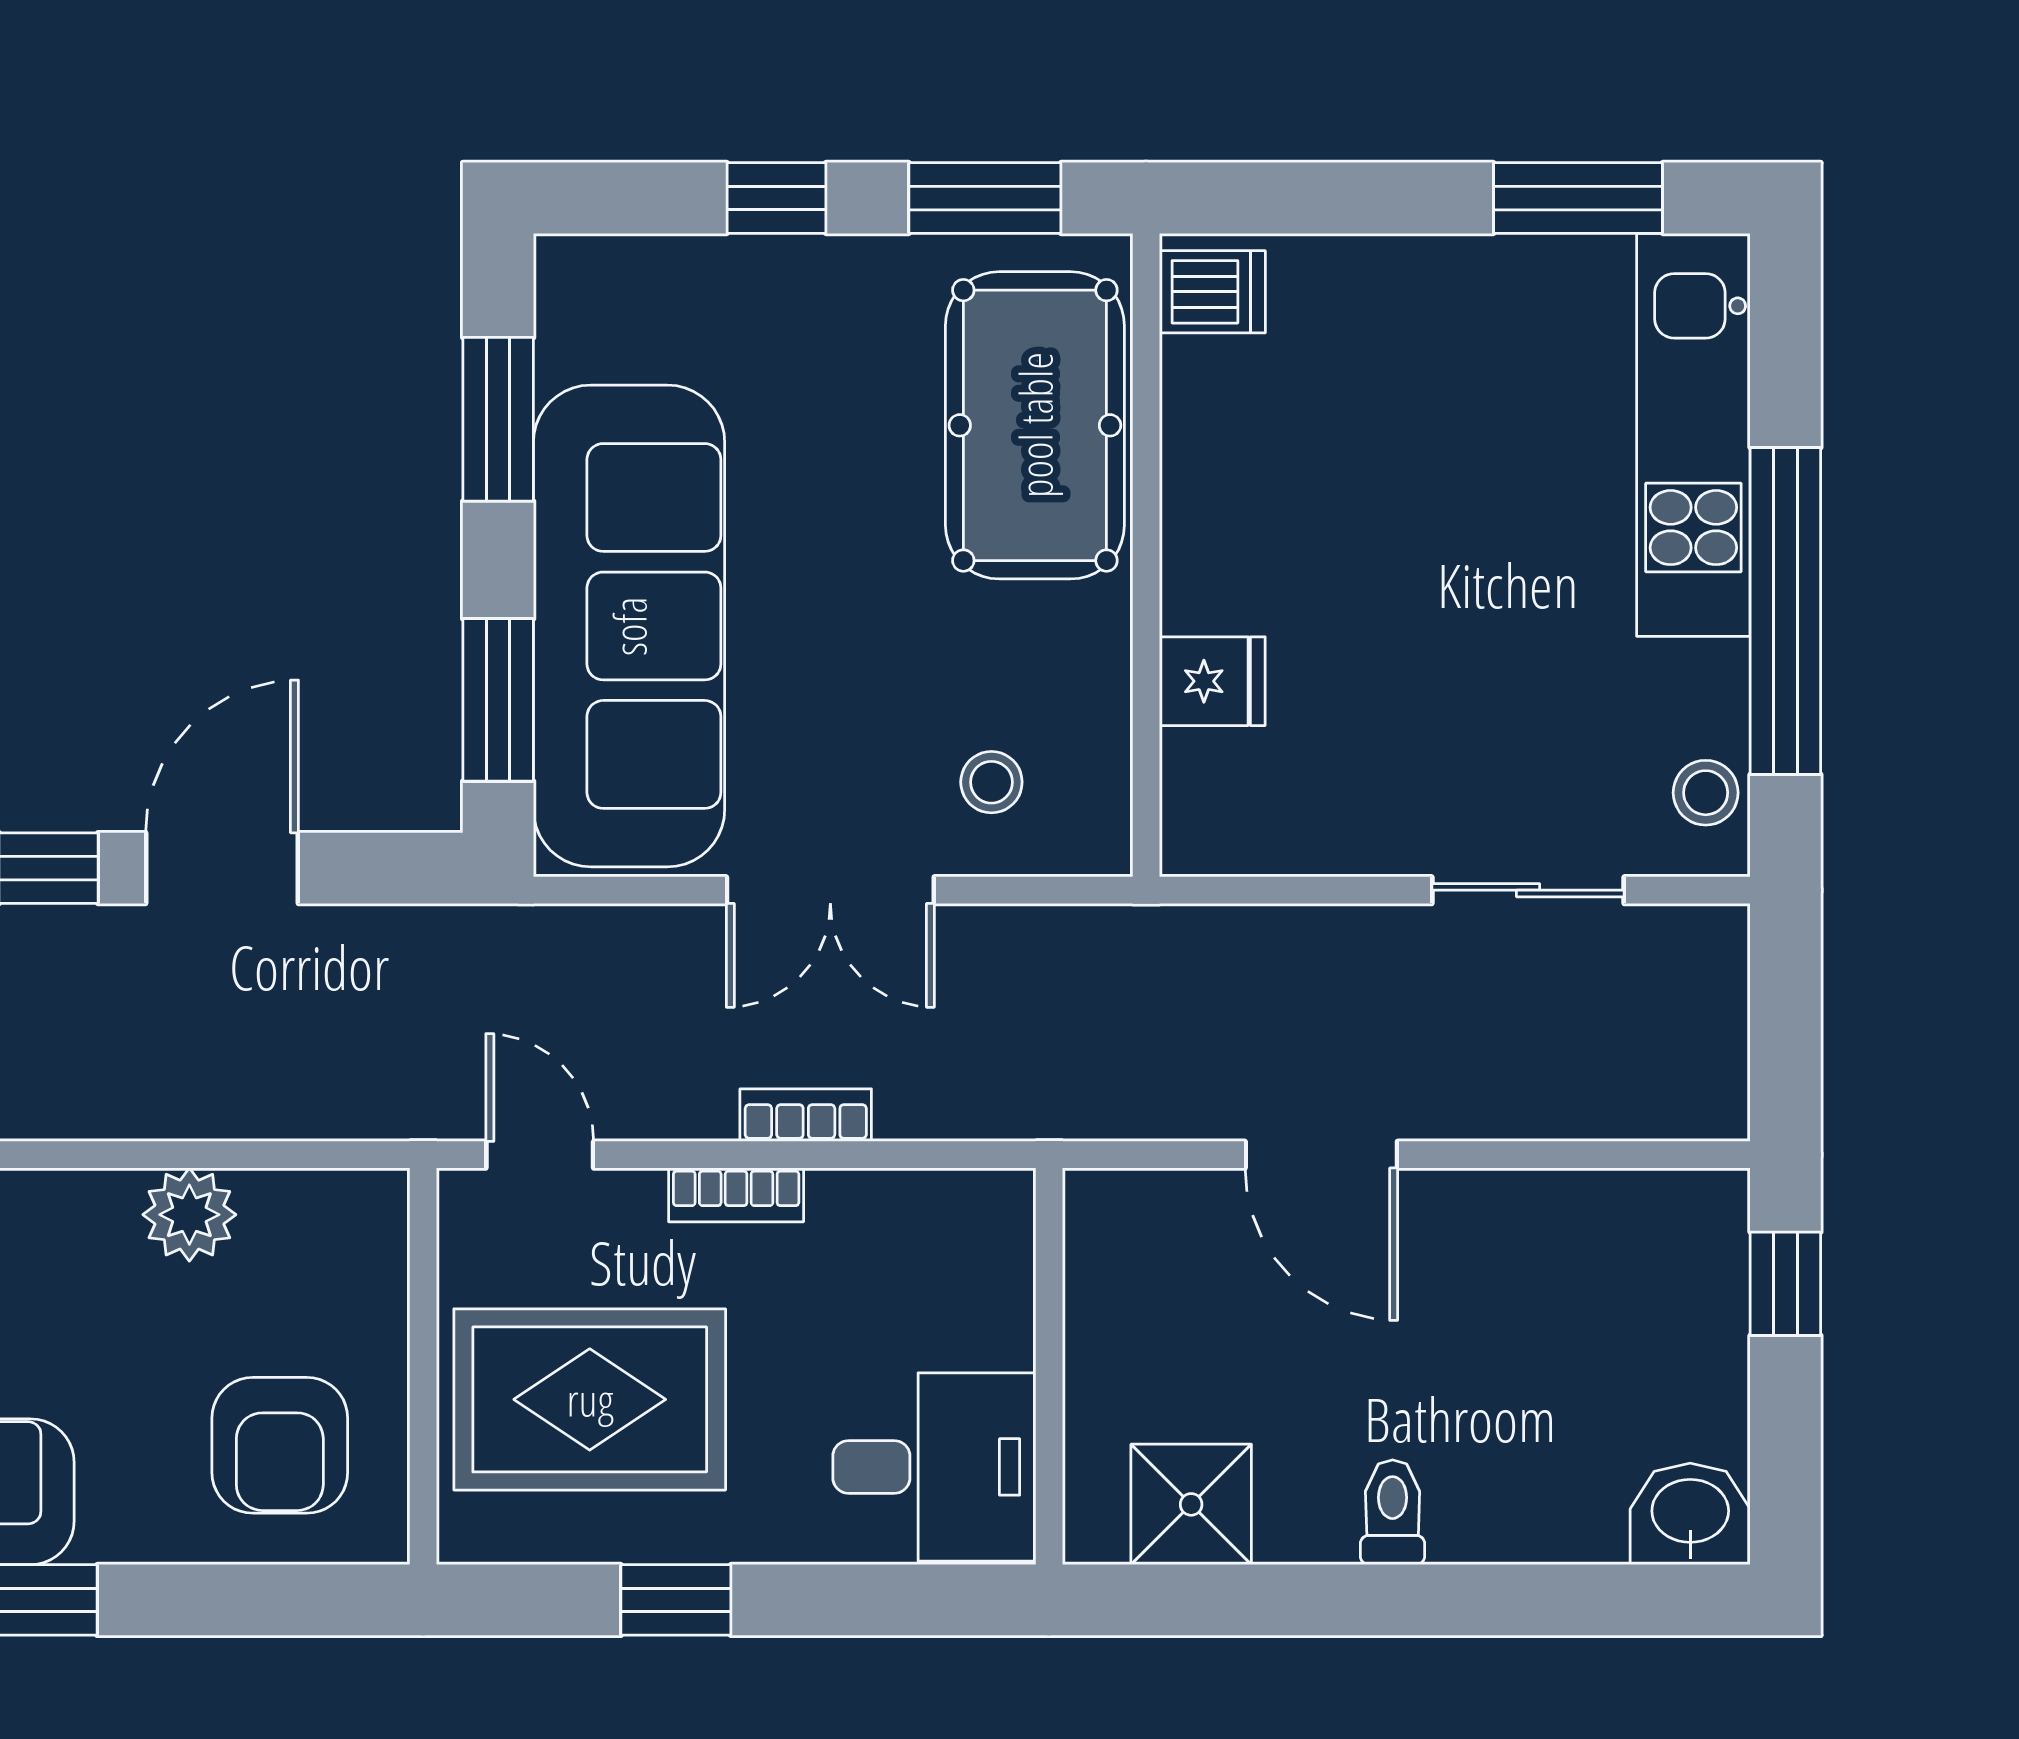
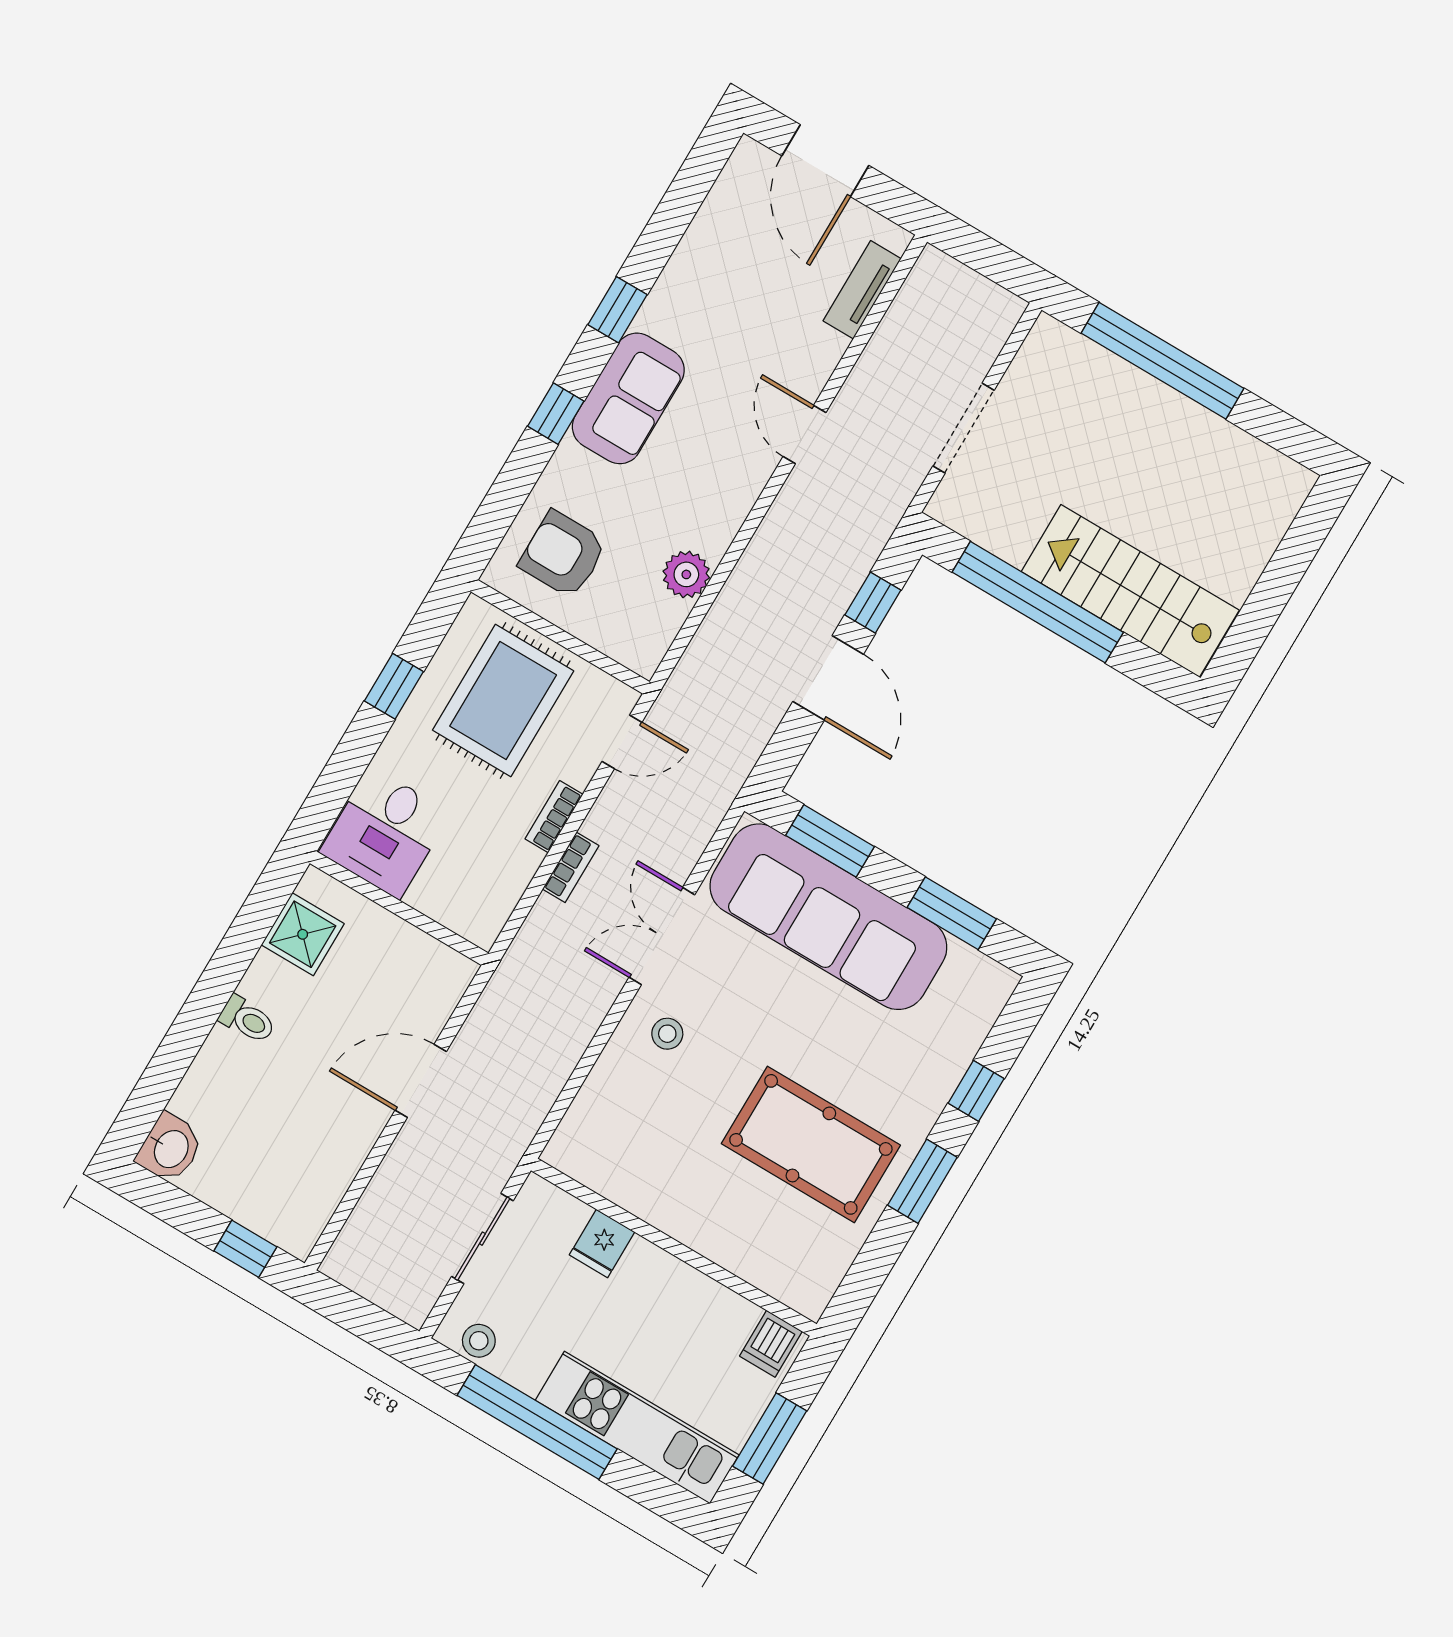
dishwasher: (1212, 292) -> (771, 1344), moved
wall: (1146, 555) -> (674, 1247), moved
fridge: (1212, 681) -> (602, 1243), moved

